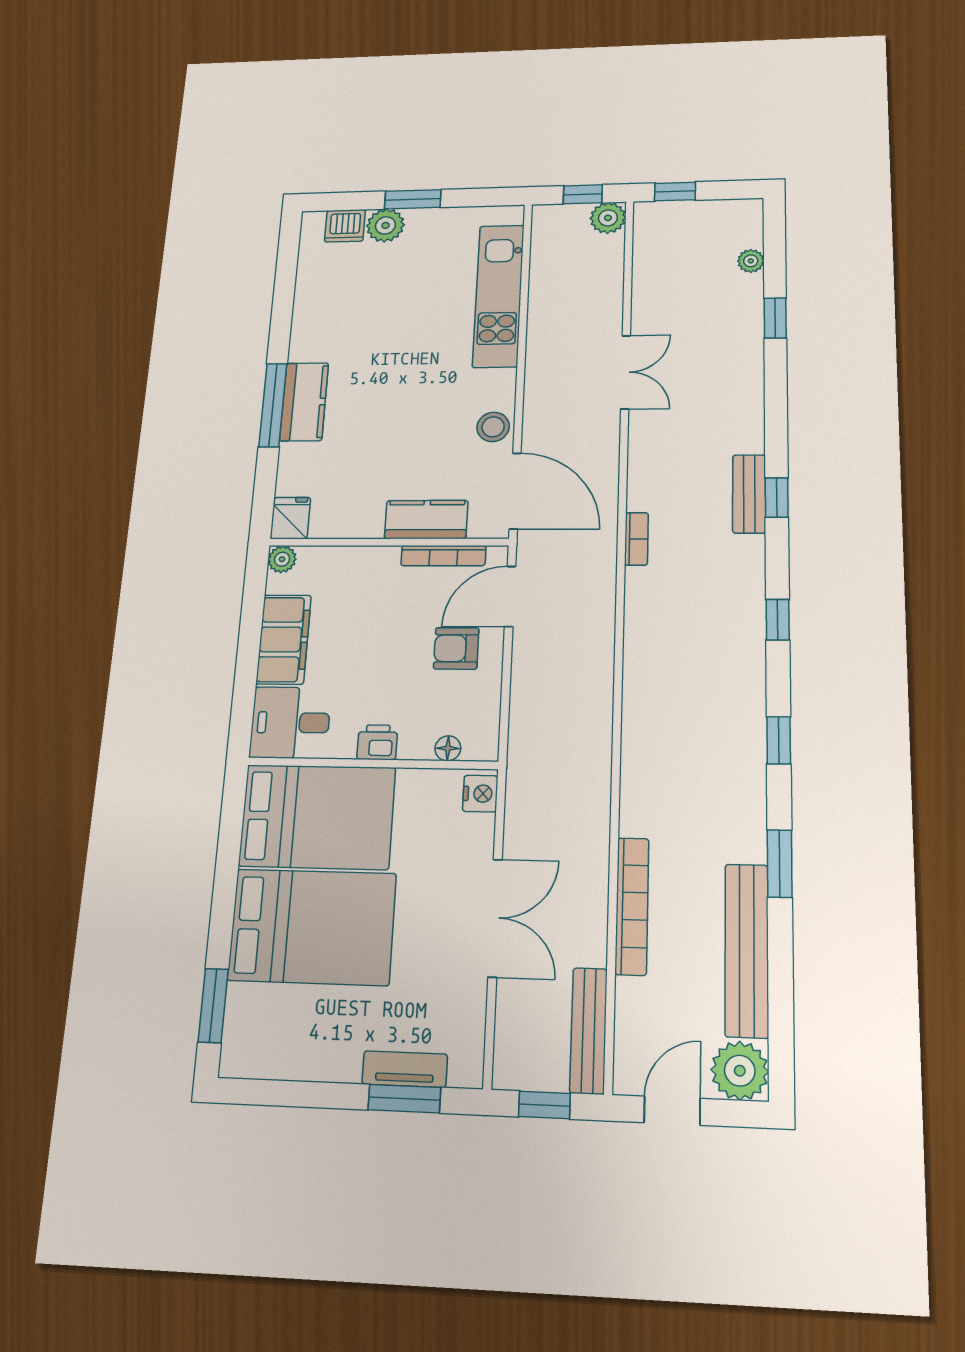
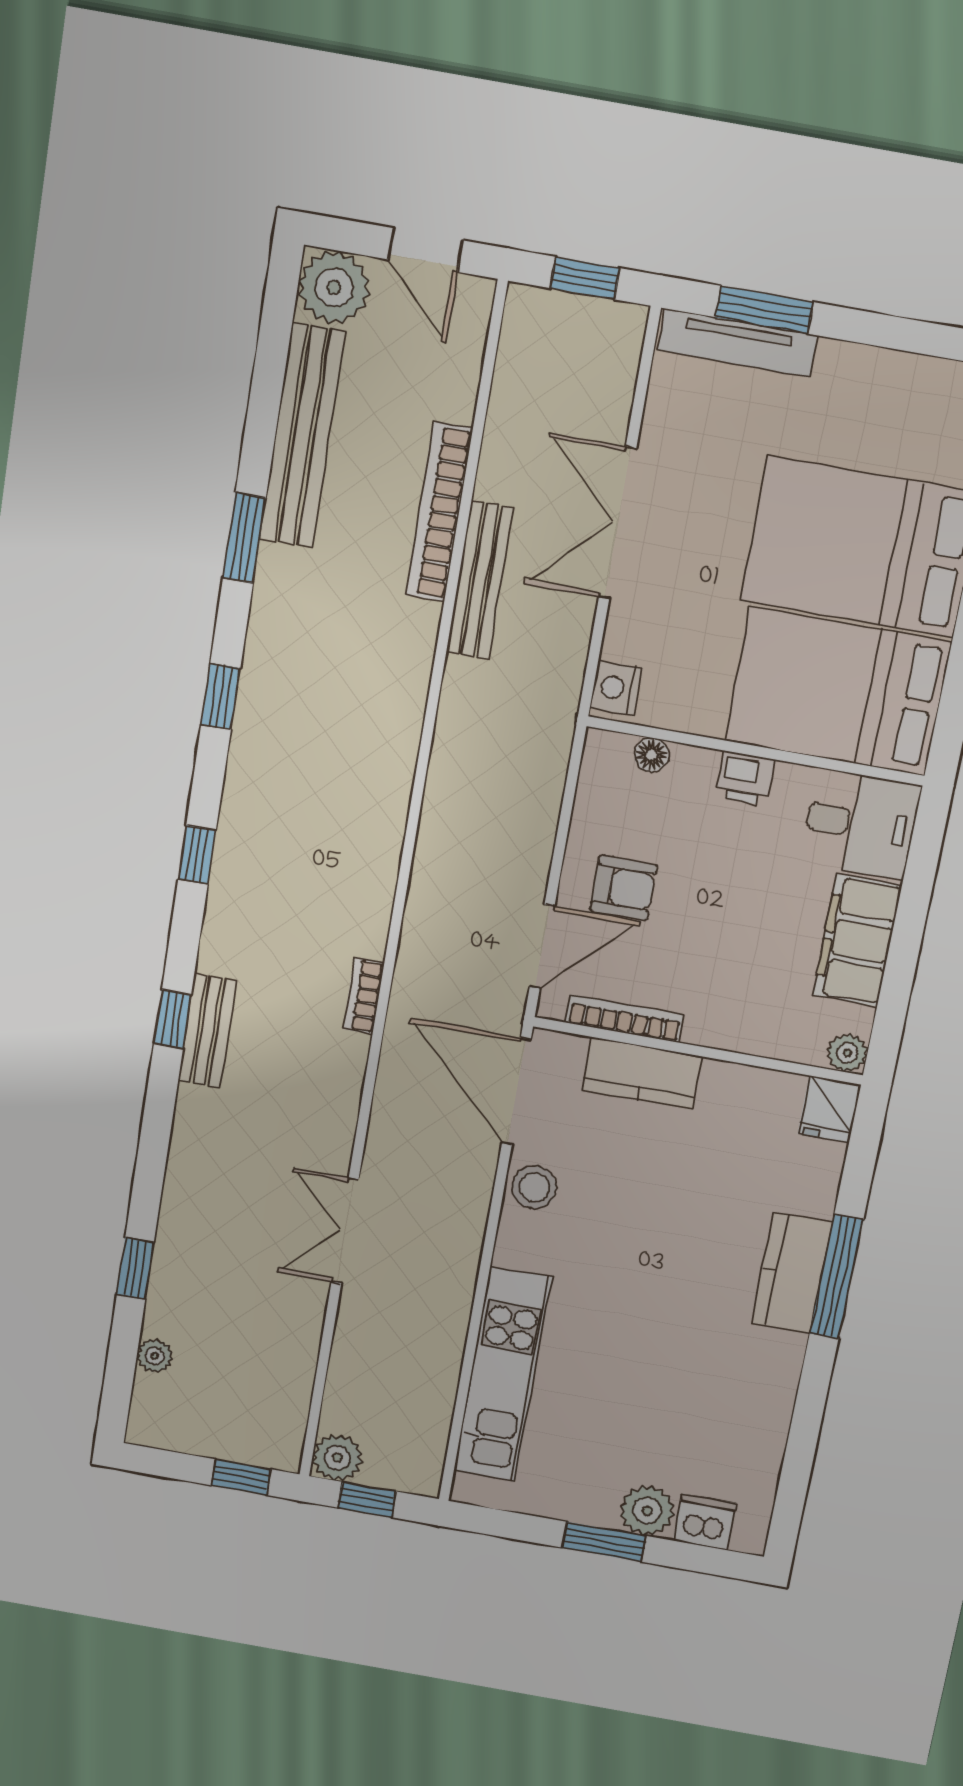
bench: (588, 1030) -> (480, 580), moved
tv unit: (405, 1069) -> (737, 343), width x1.41
door: (672, 1111) -> (425, 250), hinge flipped

